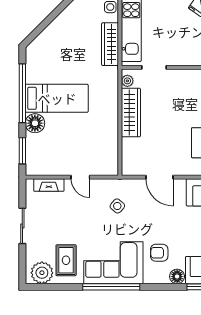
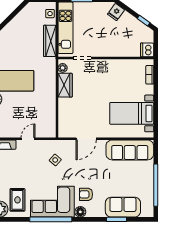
wardrobe: (131, 113) -> (65, 85), width x0.67
door: (80, 177) -> (28, 139), swing flipped
door: (159, 177) -> (86, 139), hinge flipped
floor lamp: (177, 276) -> (80, 212), moved

